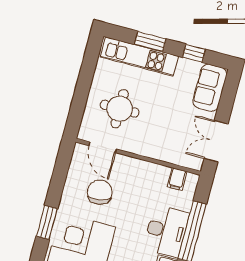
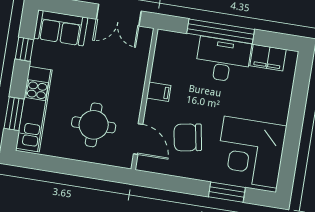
window: (150, 42) -> (14, 114), moved
door: (103, 147) -> (138, 139), hinge flipped
filing cabinet: (177, 179) -> (159, 92), moved

